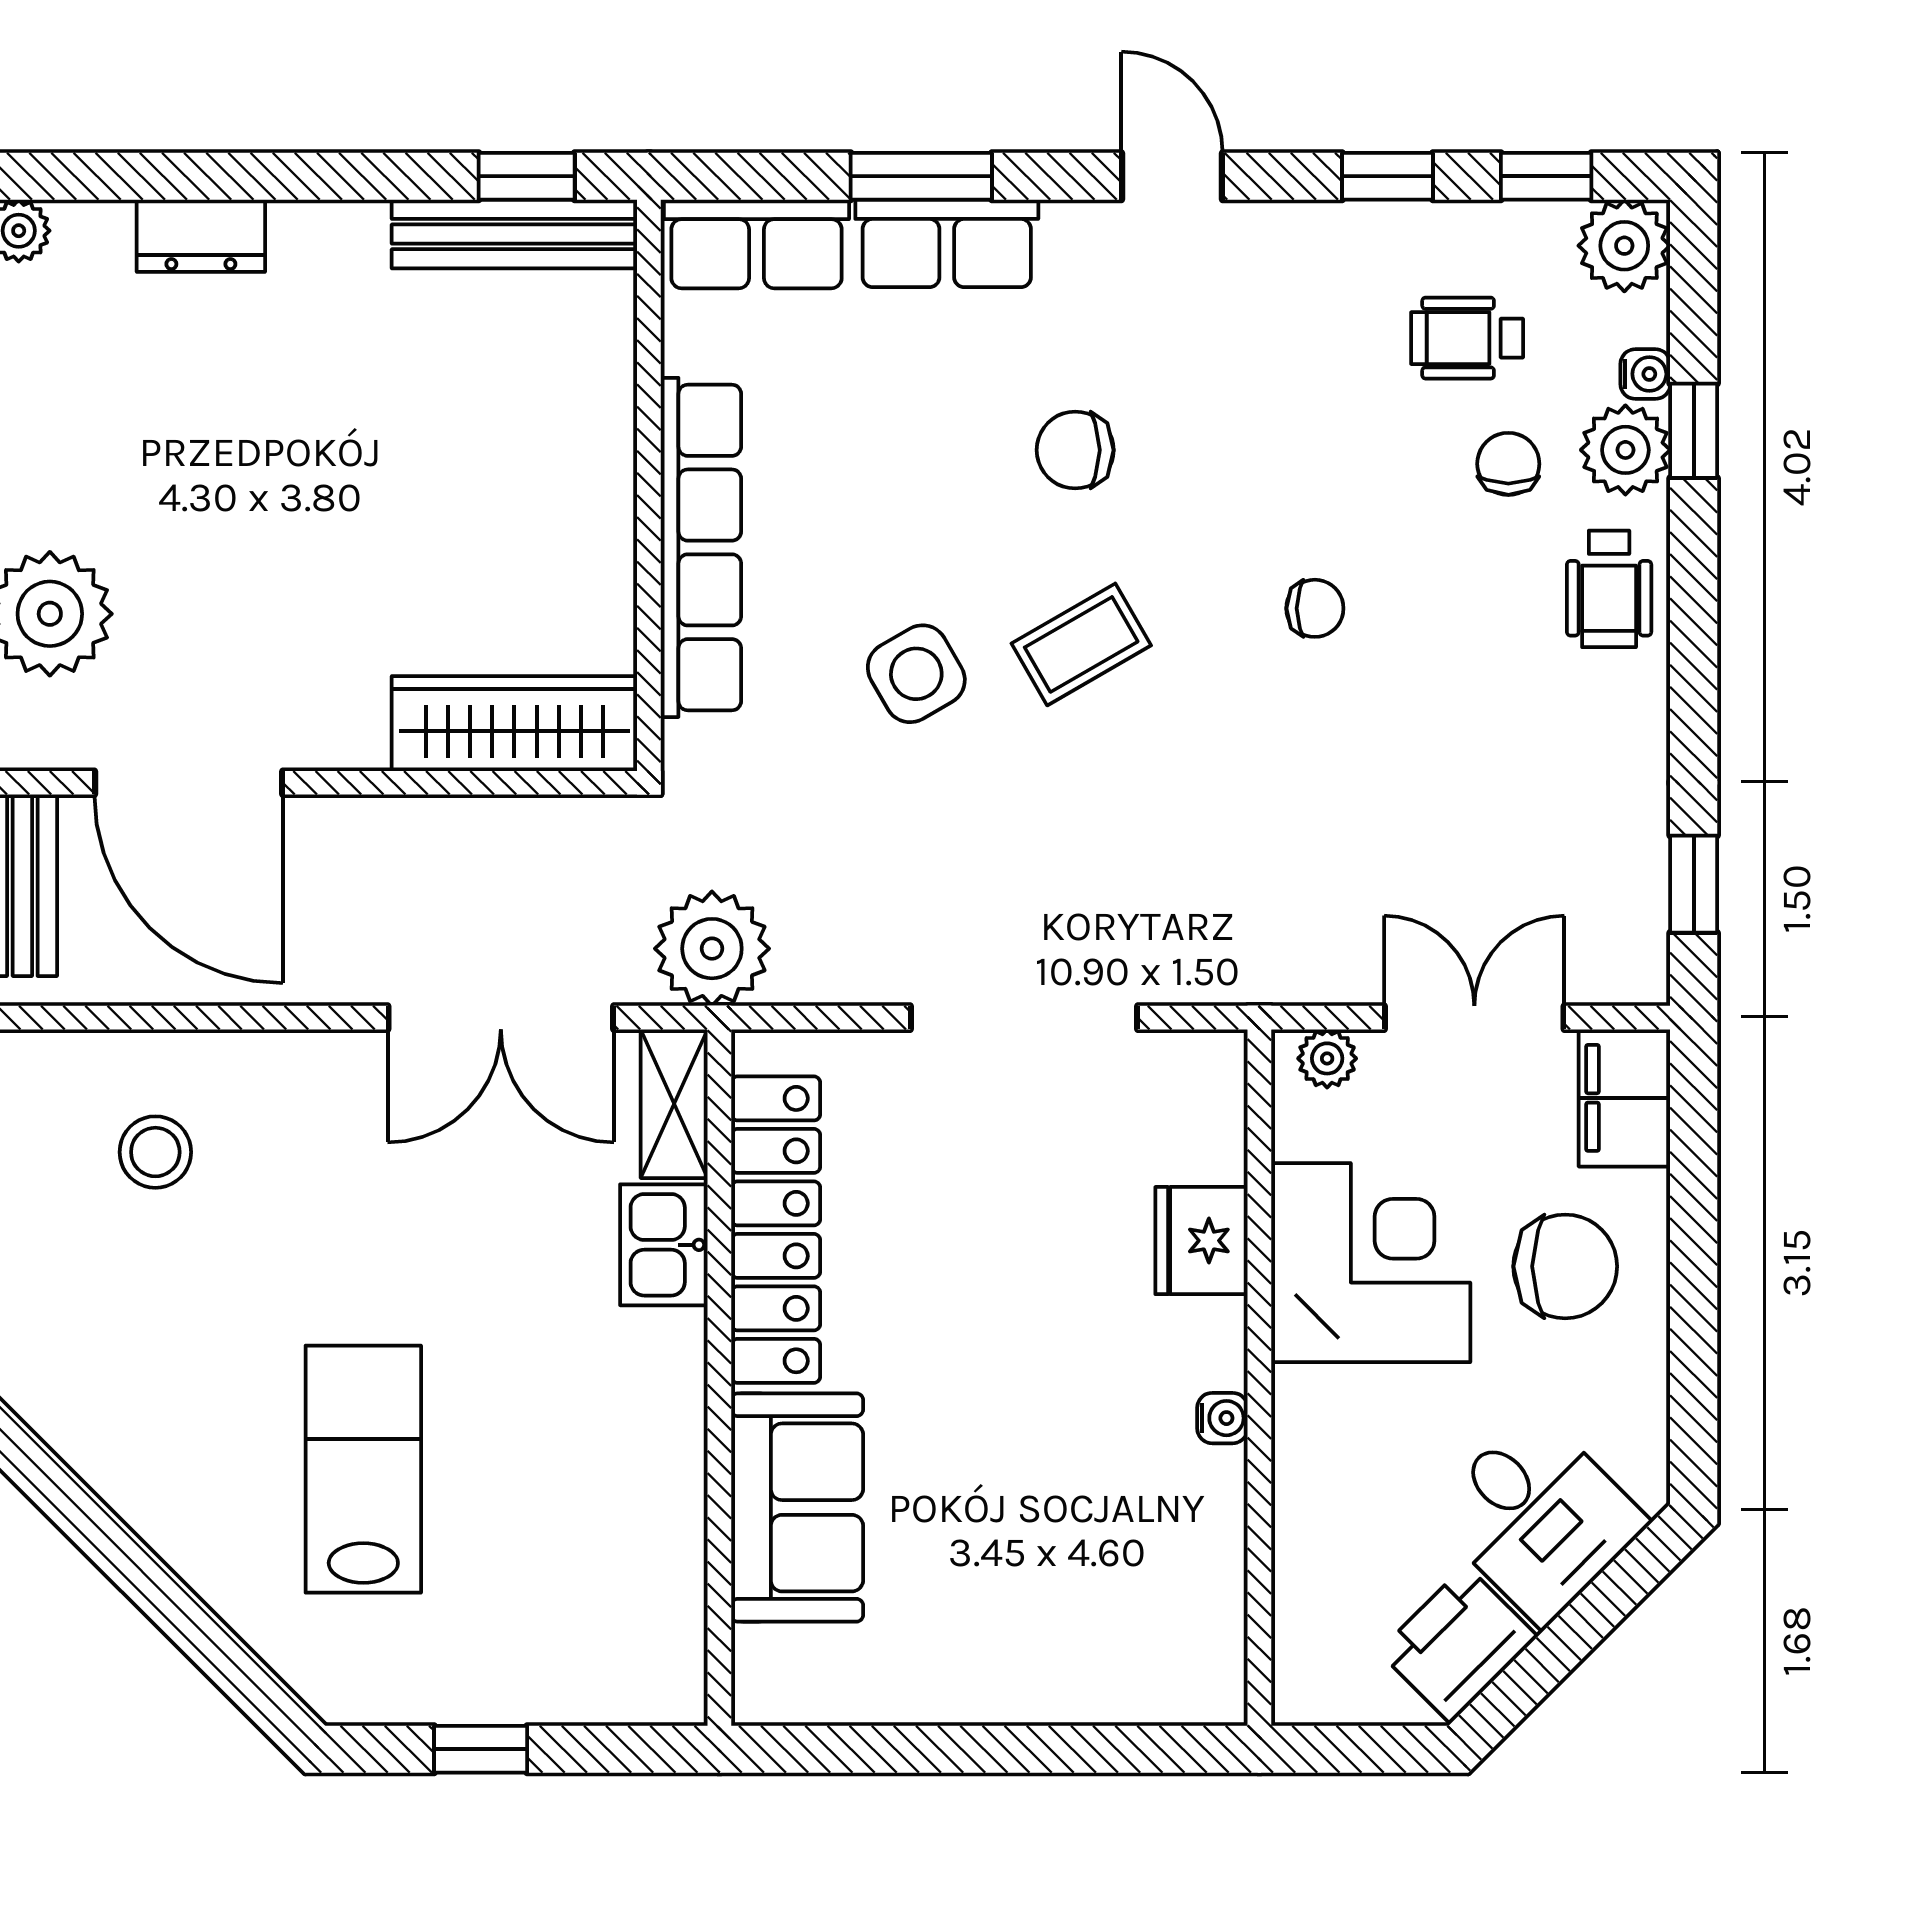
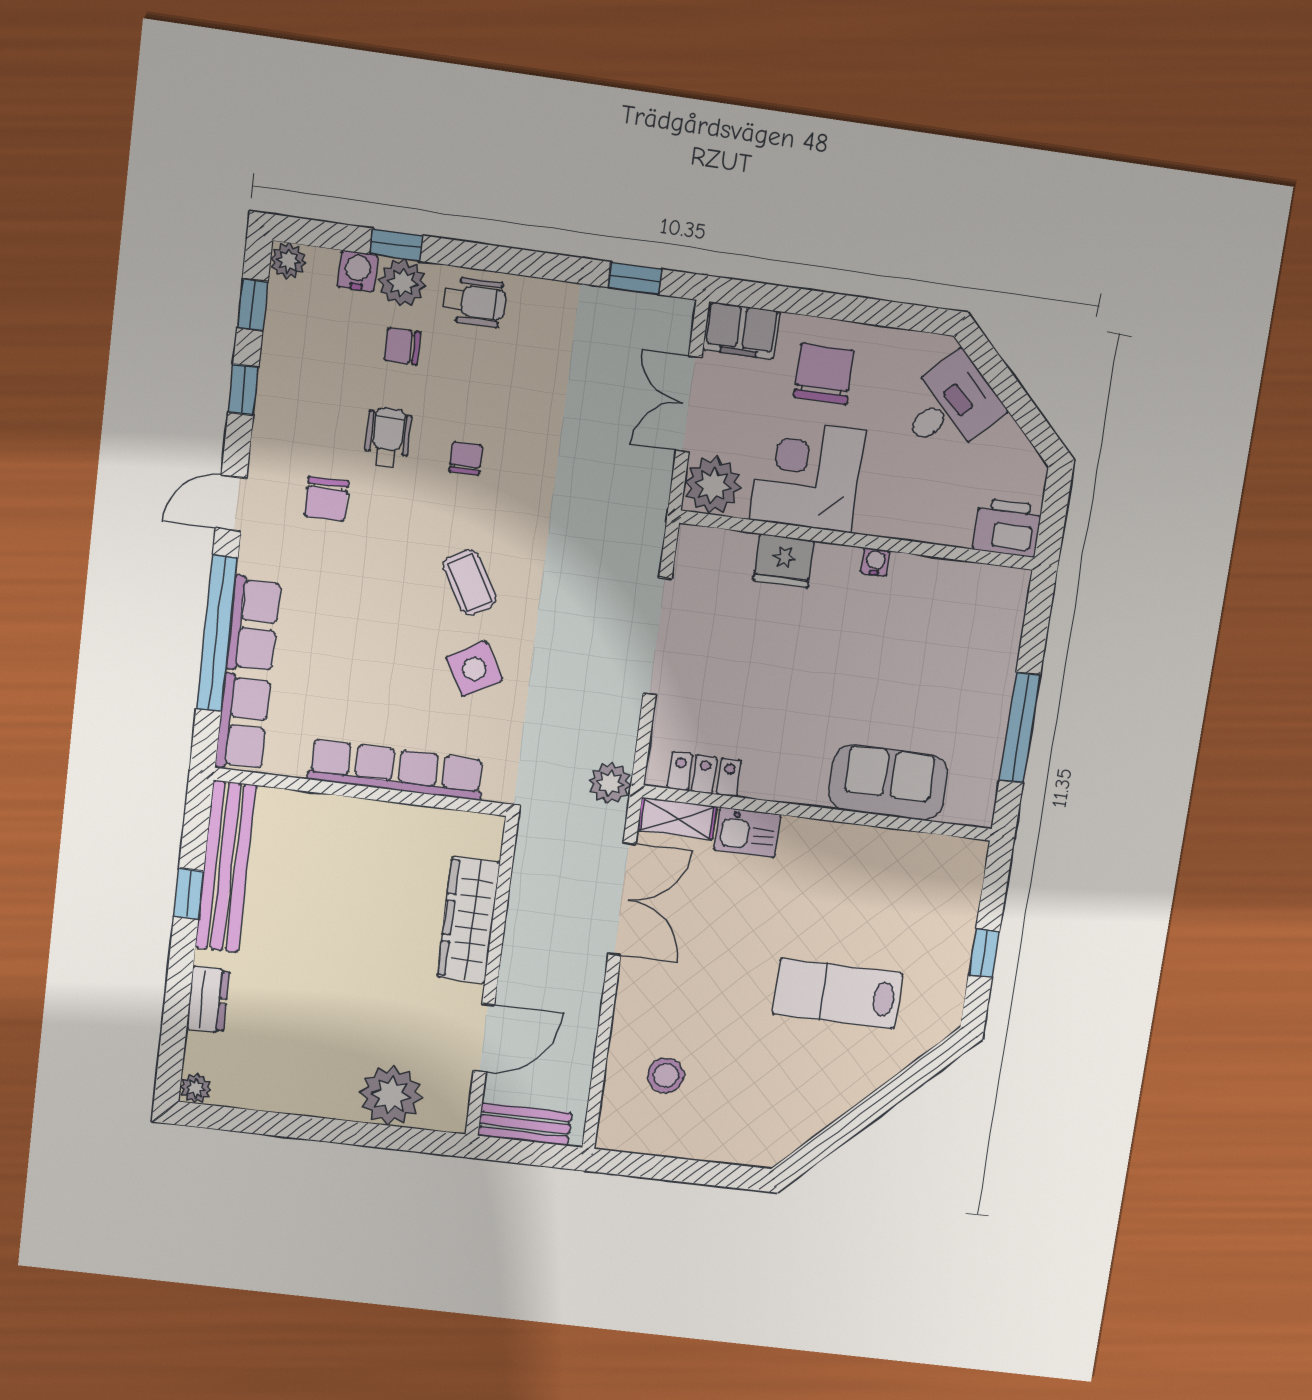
window: (527, 176) -> (189, 894), moved
window: (921, 176) -> (217, 633), width x2.11
bench: (514, 234) -> (226, 867), width x1.37, depth x1.21
plant: (1624, 246) -> (288, 261), width x0.73, depth x0.73
wheelchair: (1467, 338) -> (388, 438), moved, turned 180
water cooler: (1645, 374) -> (358, 271), width x1.38, depth x1.38
chair: (1075, 450) -> (326, 499), moved
wardrobe: (514, 724) -> (469, 920), moved
door: (189, 783) -> (484, 1038), width x0.73
plant: (712, 949) -> (610, 783), width x0.73, depth x0.73
plant: (1327, 1058) -> (713, 485), width x1.87, depth x1.87
locker: (776, 1230) -> (704, 774), width x0.46, depth x0.83
printer: (1458, 1644) -> (1007, 527), moved, turned 135
window: (938, 1749) -> (1020, 728), added

